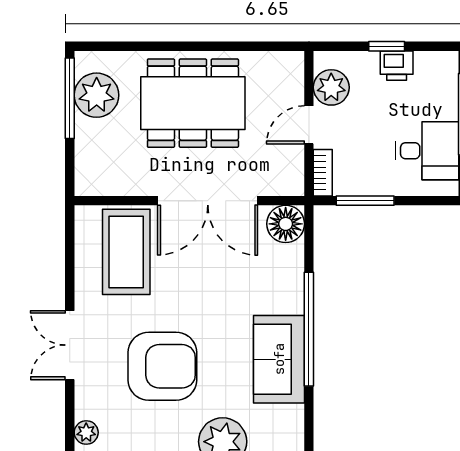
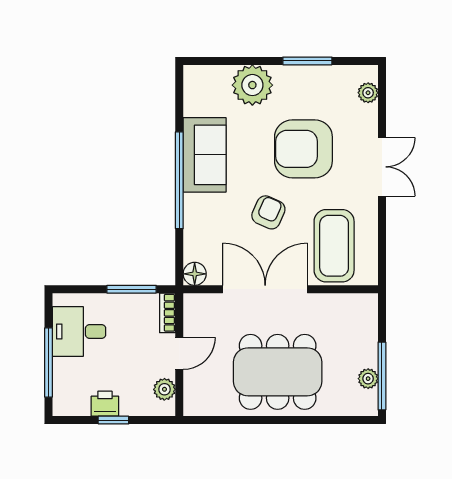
plant: (331, 87) -> (164, 389), width x0.73, depth x0.73
plant: (97, 95) -> (368, 379), width x0.53, depth x0.53
floor lamp: (286, 224) -> (195, 274), width x0.73, depth x0.73
armchair: (204, 291) -> (268, 212), added

